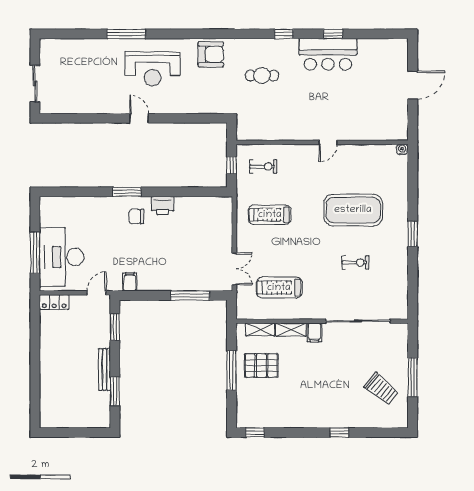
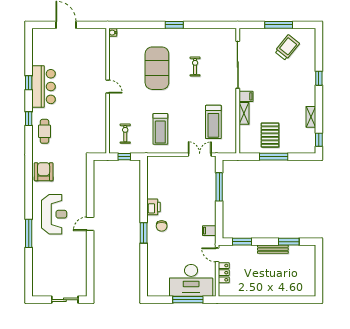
cafe table: (262, 76) -> (45, 131), moved
locker: (54, 302) -> (224, 273), moved
shelving: (260, 329) -> (311, 117), moved

